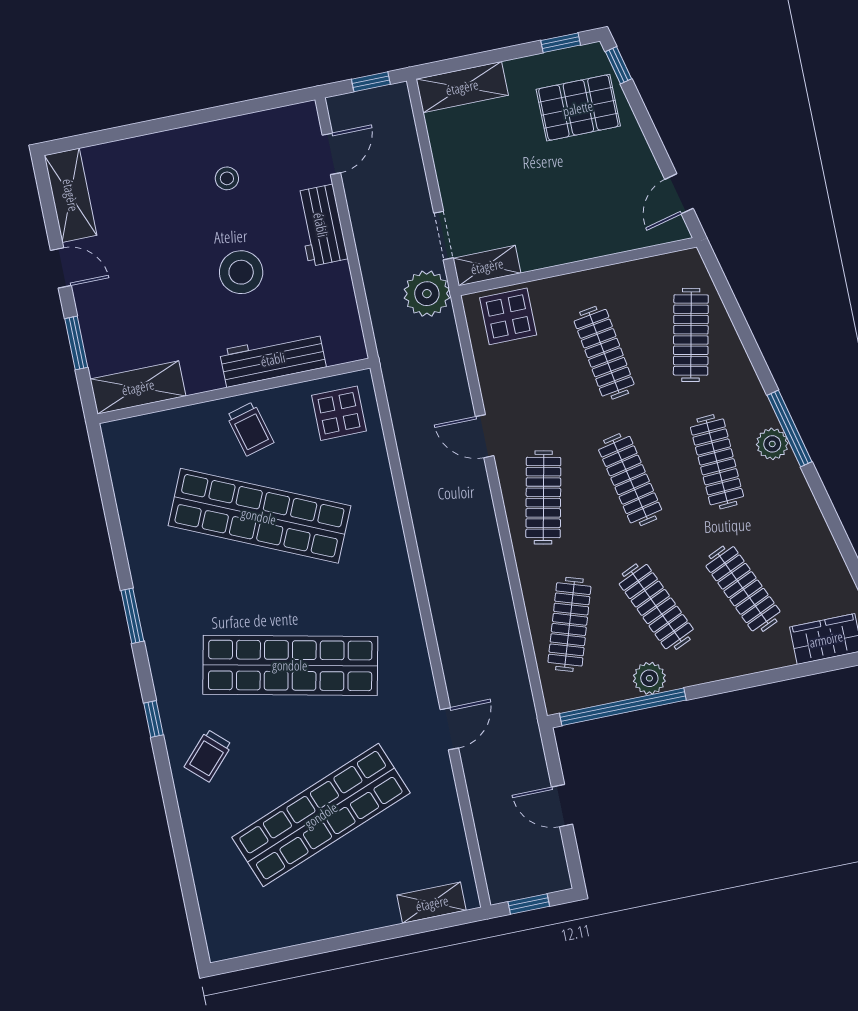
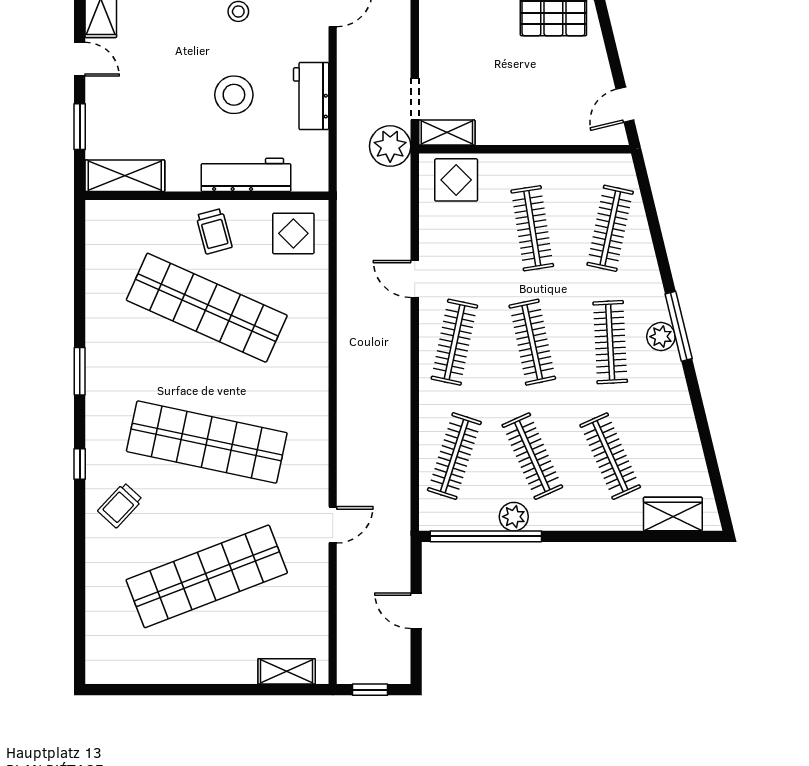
workbench: (321, 225) -> (311, 96), moved

